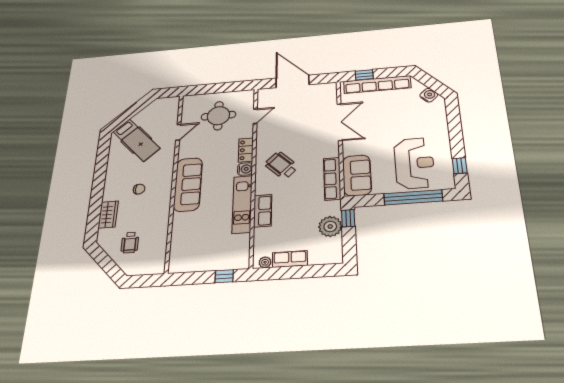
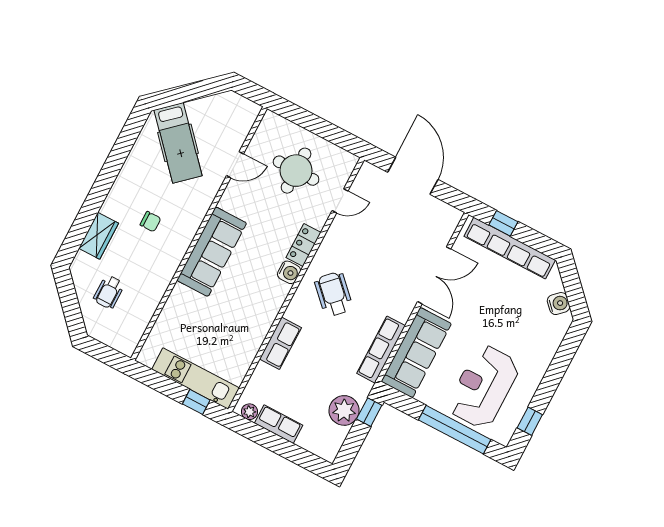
reception desk: (414, 163) -> (483, 387), turned 180
sofa: (357, 175) -> (416, 353), width x1.36
kitchen unit: (242, 204) -> (196, 379), moved, turned 90

